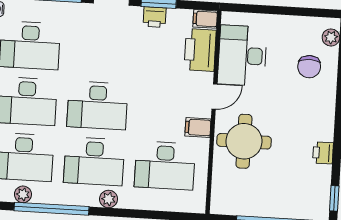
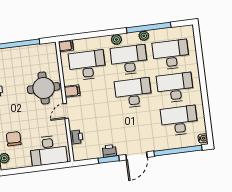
filing cabinet: (205, 19) -> (66, 46), moved
printer: (200, 50) -> (76, 137), width x0.53, depth x0.68
desk: (242, 56) -> (48, 151), moved, turned 90
plant: (23, 194) -> (144, 36), moved

